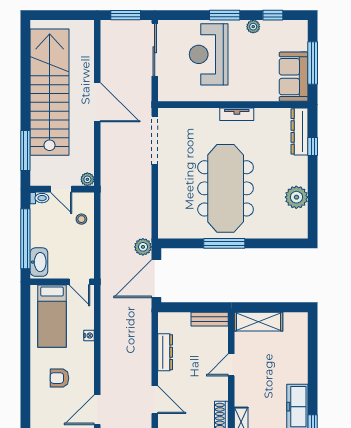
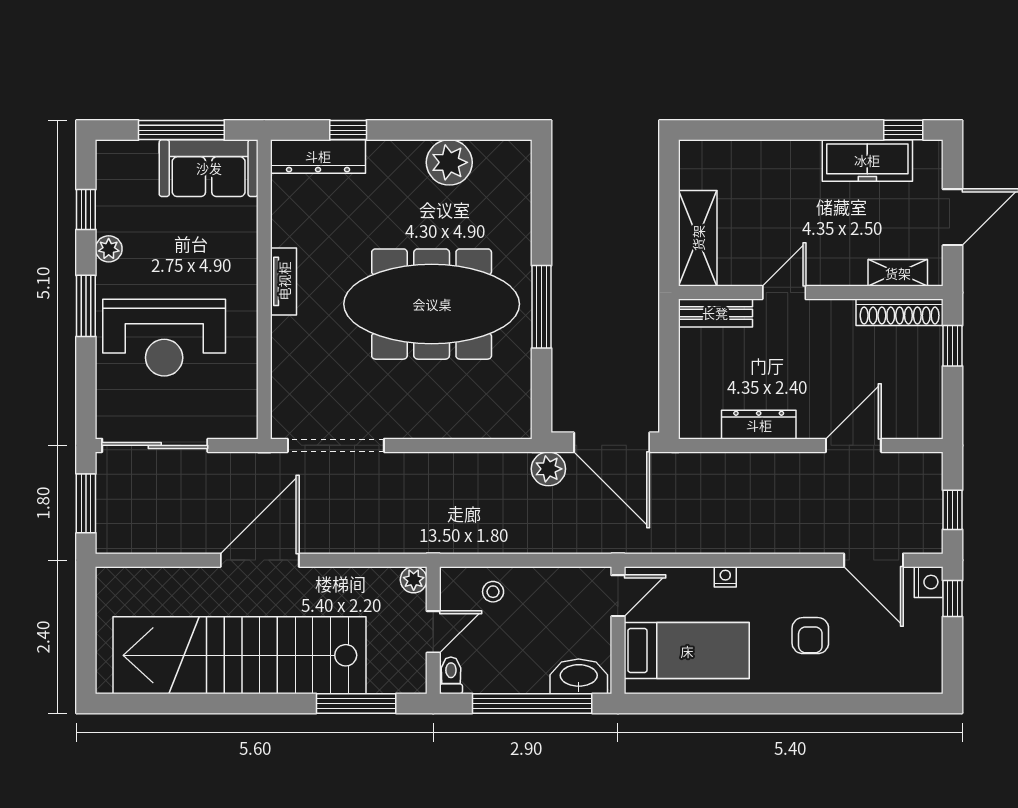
bench: (210, 319) -> (715, 313), moved, turned 90
door: (231, 365) -> (784, 293), swing flipped

